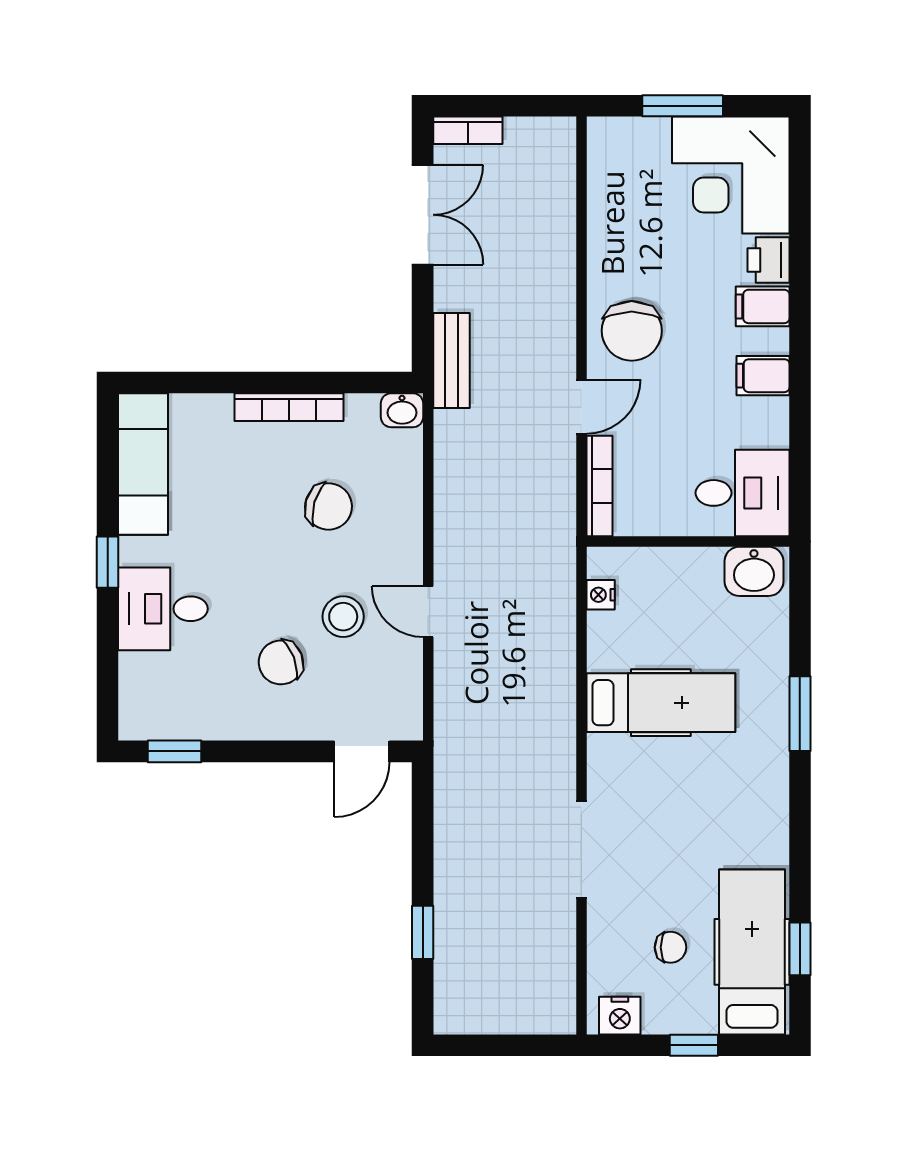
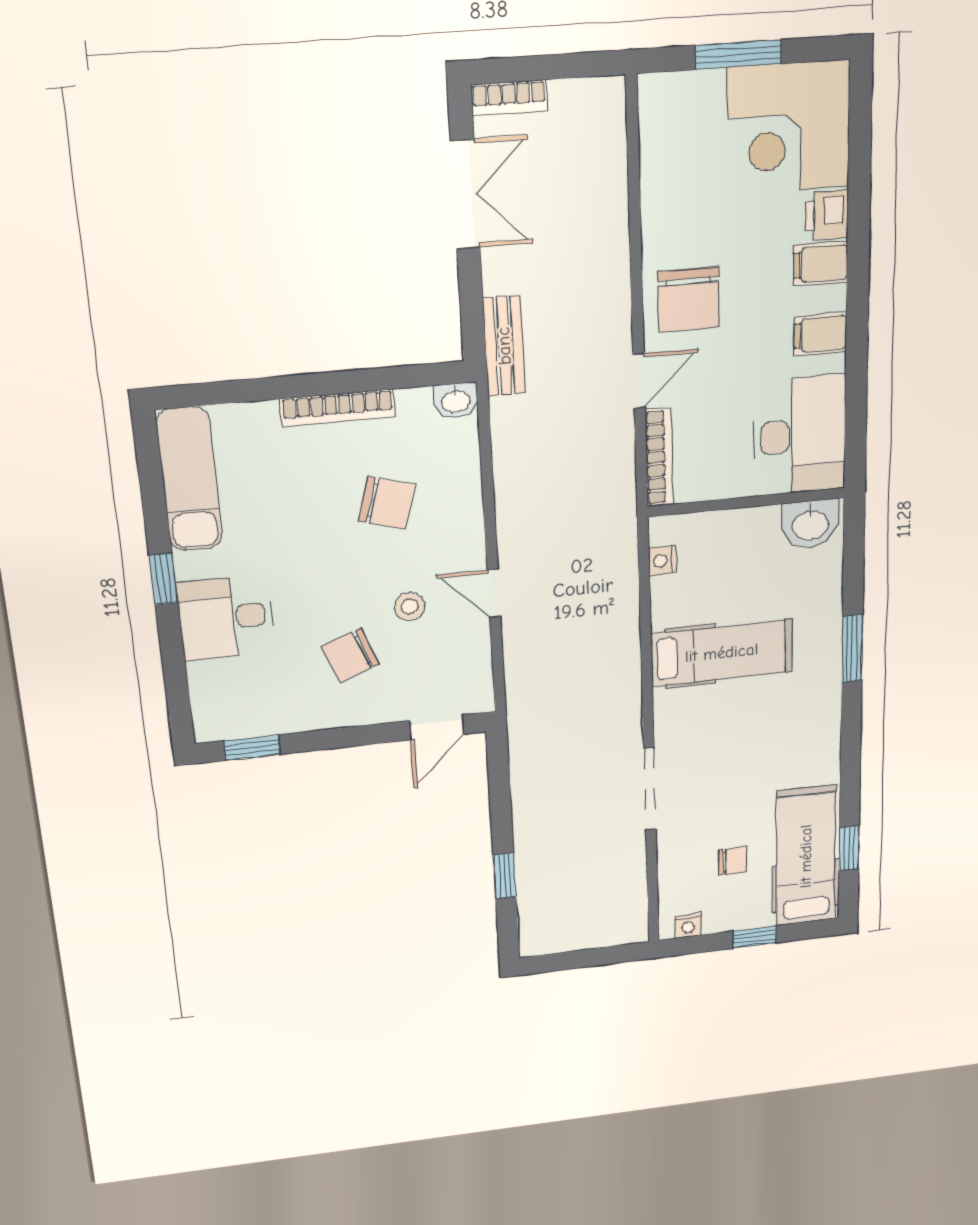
desk: (743, 493) -> (800, 435), width x1.37
stool: (343, 617) -> (410, 607), width x0.73, depth x0.73
nightstand: (620, 1016) -> (688, 926), width x0.72, depth x0.74

